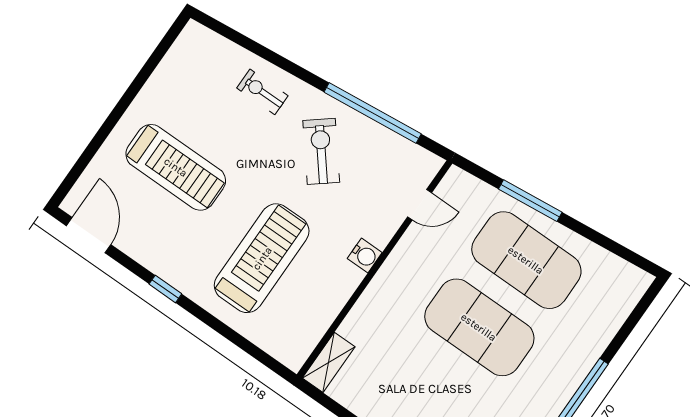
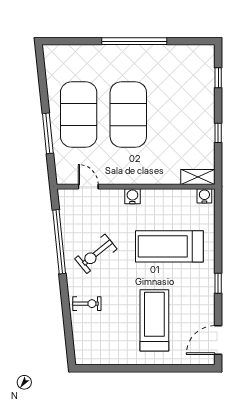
exercise bike: (262, 92) -> (87, 304), turned -90
water cooler: (297, 353) -> (204, 196), added

